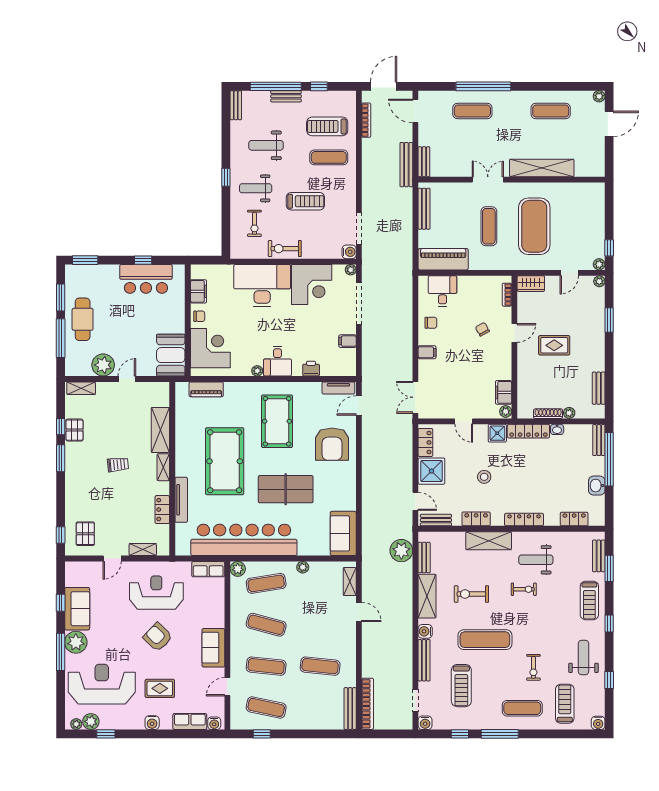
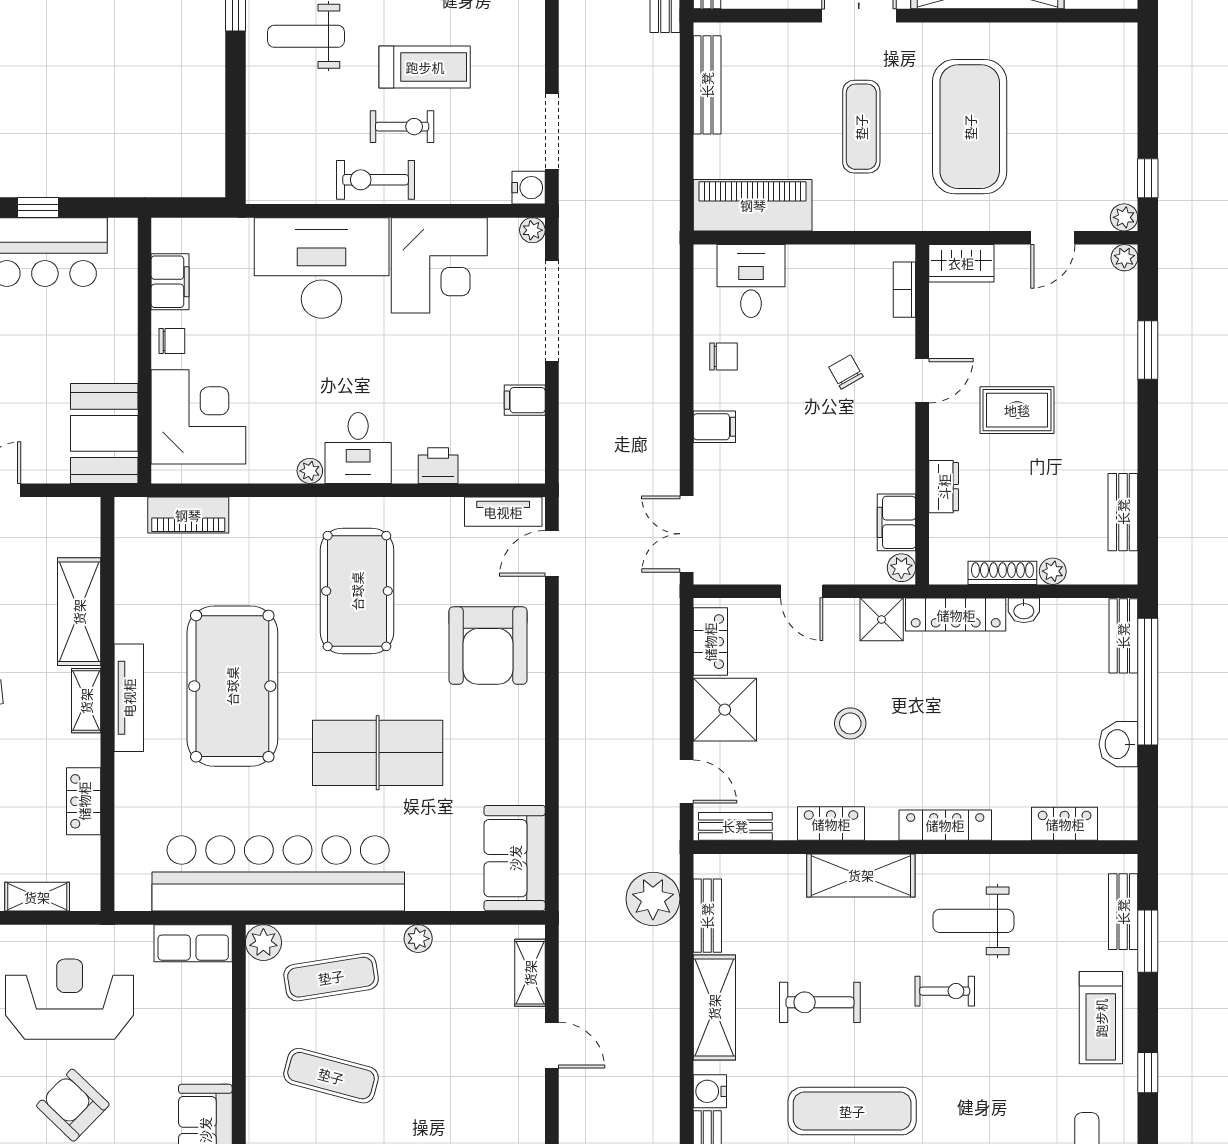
exercise bike: (254, 223) -> (402, 127), moved, turned -90
dresser: (523, 377) -> (944, 487), added
tv unit: (181, 500) -> (129, 698), moved

